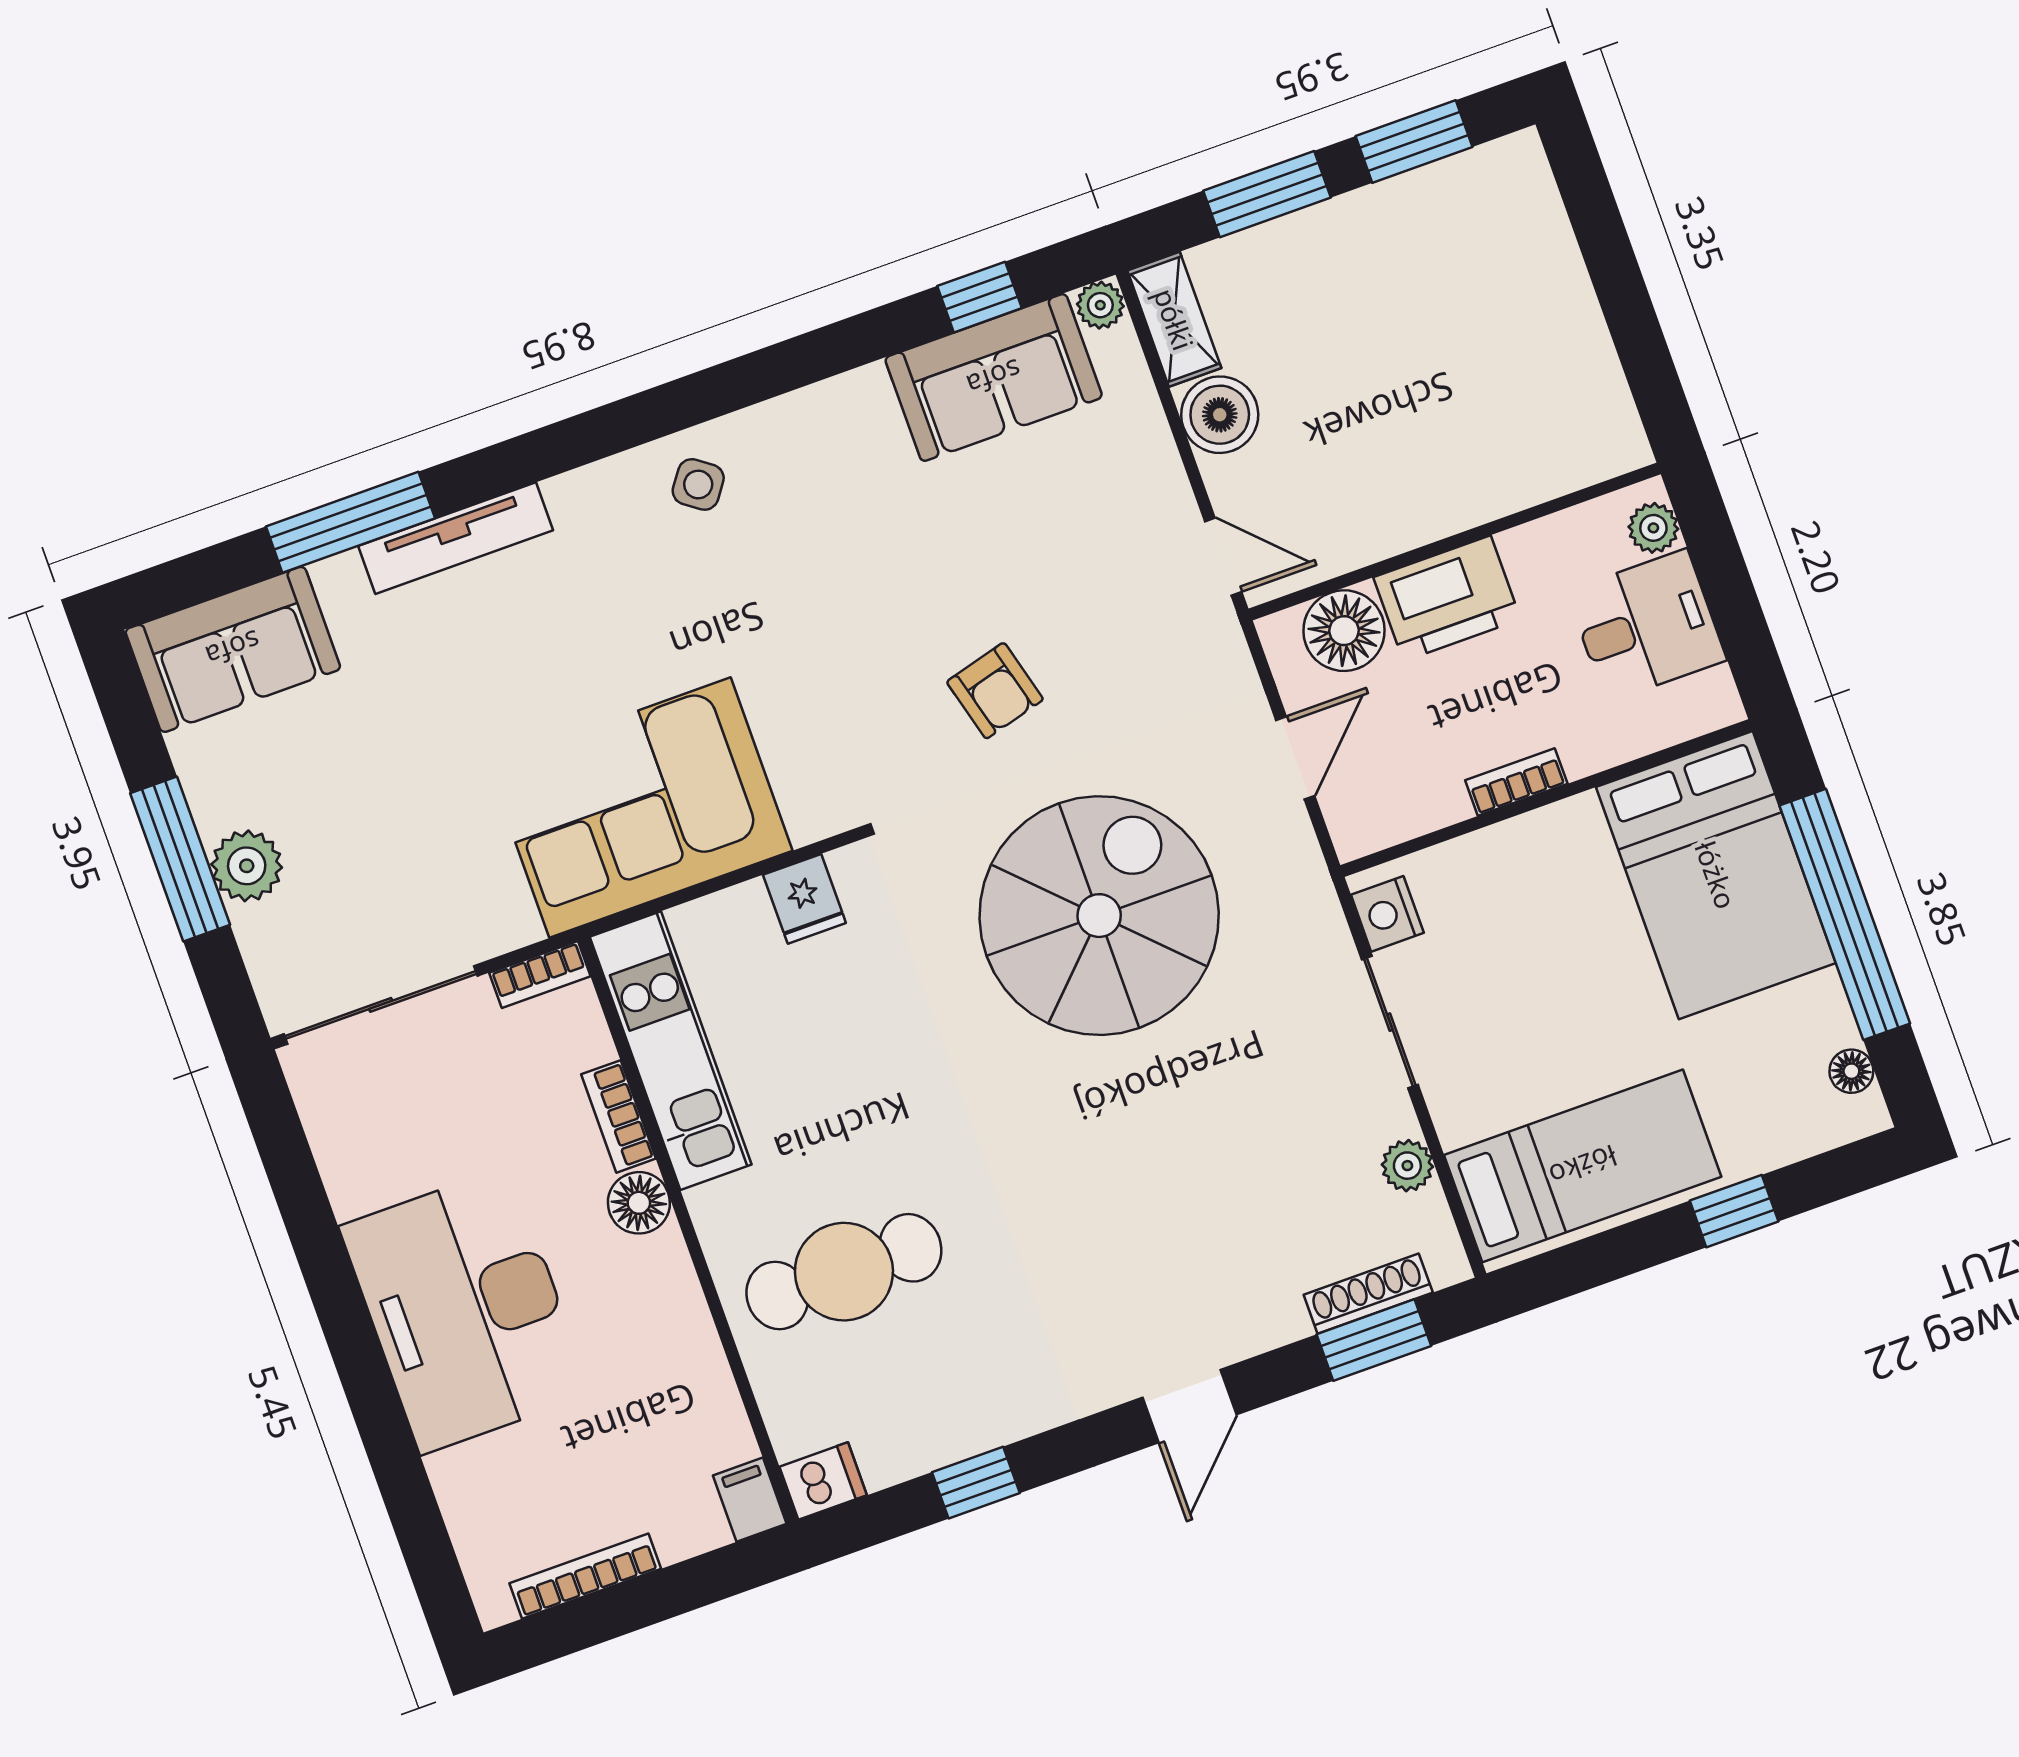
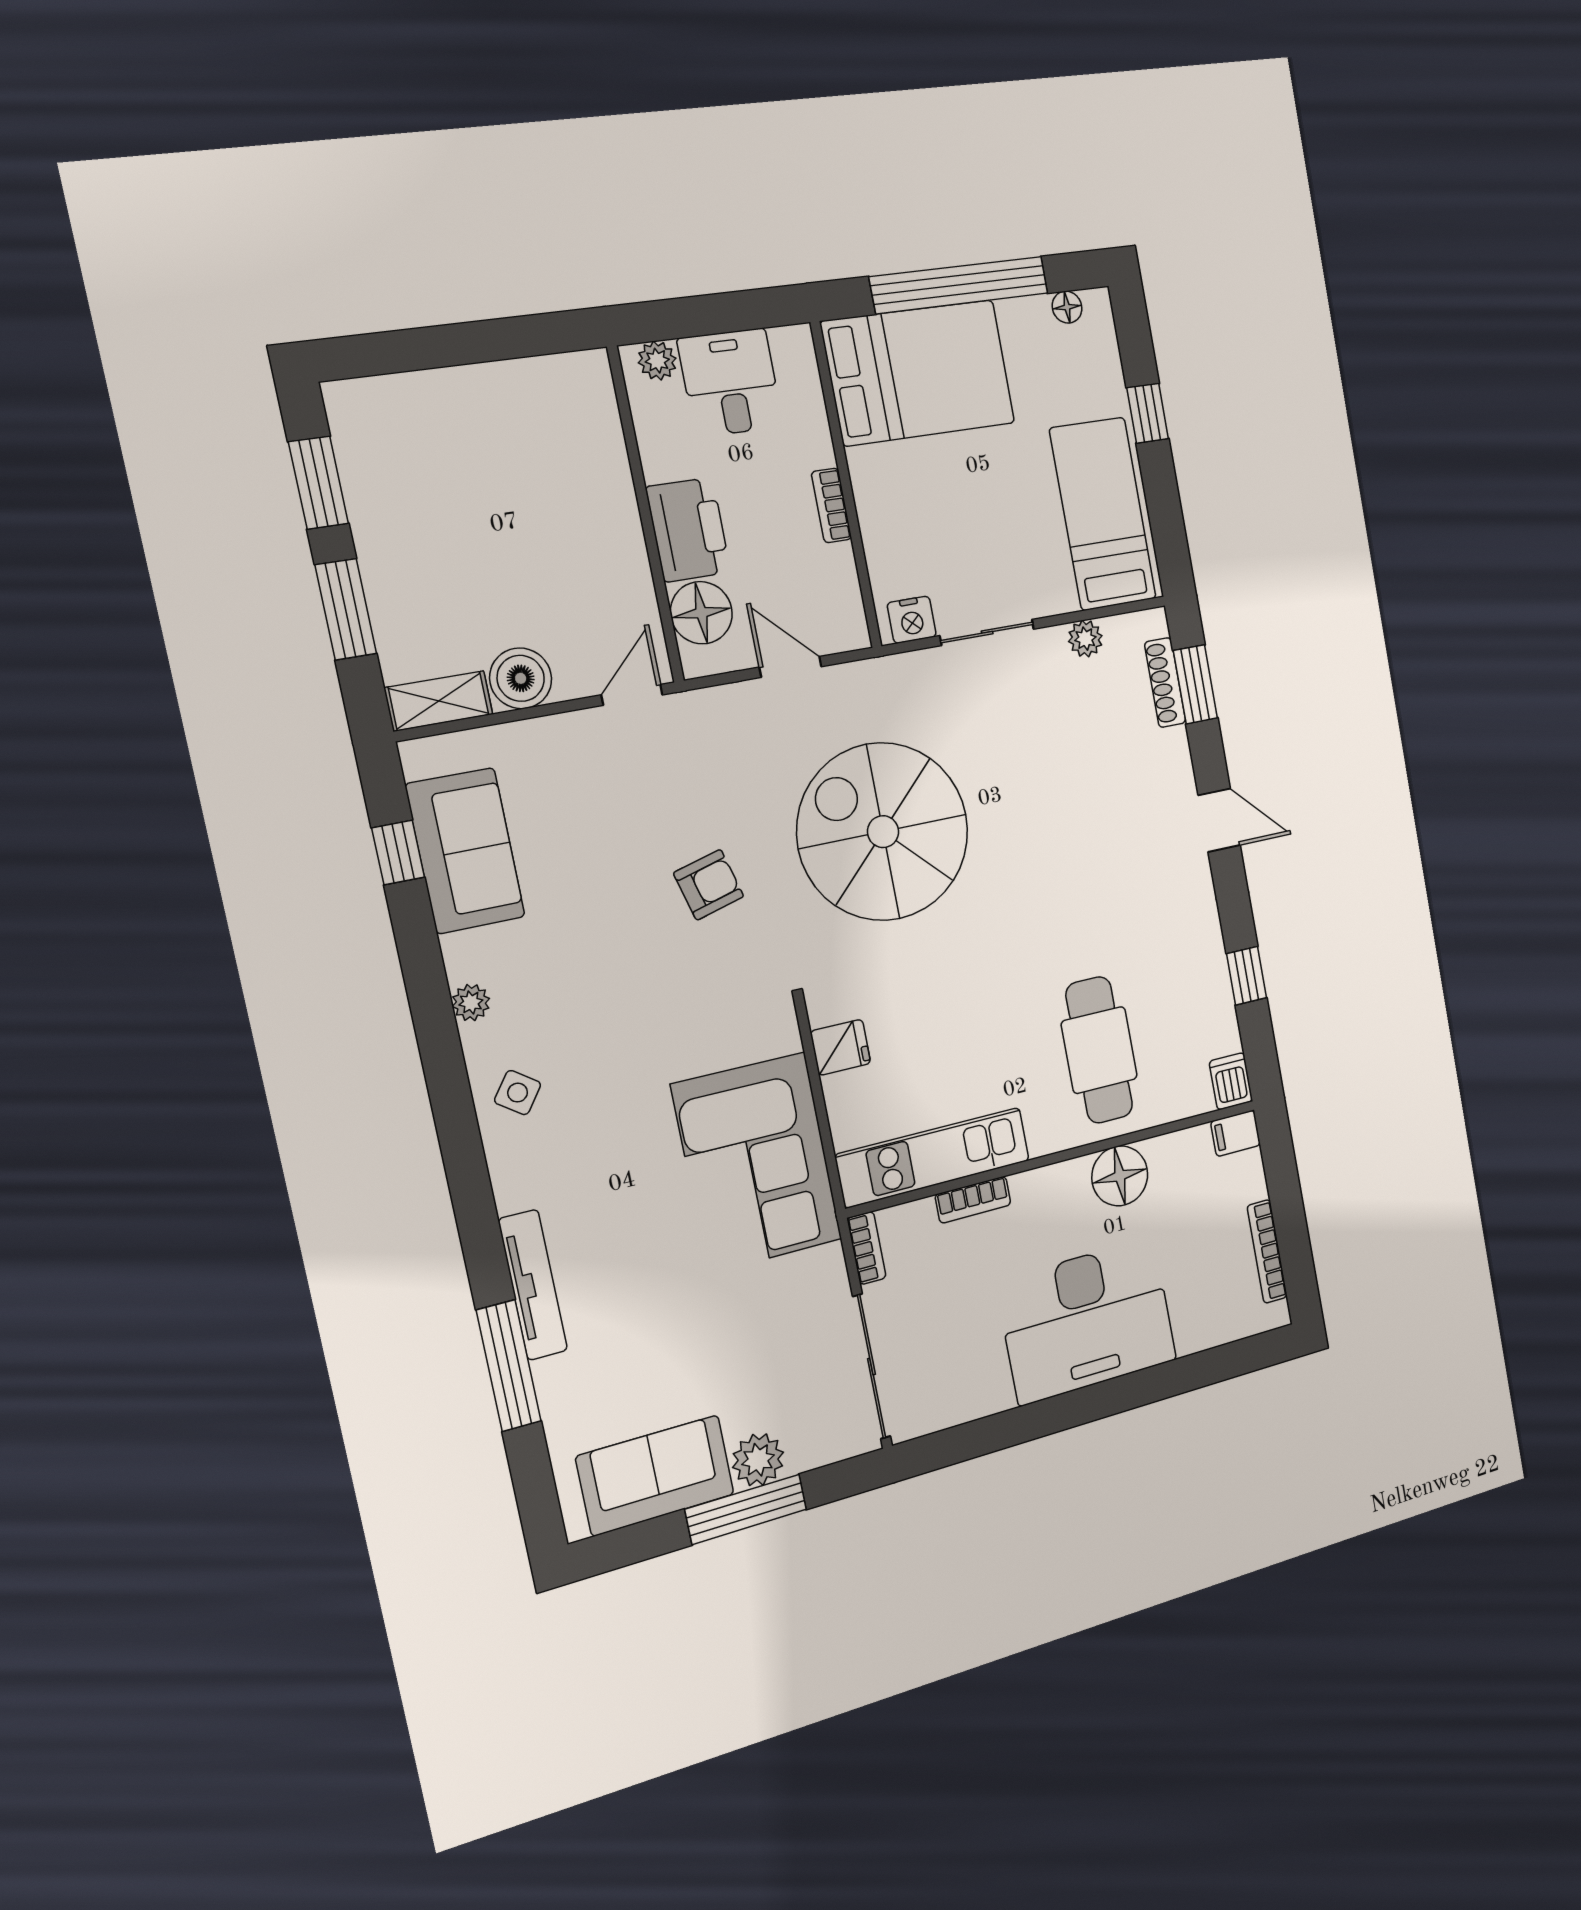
plant: (1100, 305) -> (471, 1003), moved
sofa: (233, 649) -> (655, 1475), moved, turned -90
floor lamp: (639, 1203) -> (1120, 1176), moved, width x1.38, depth x1.38

